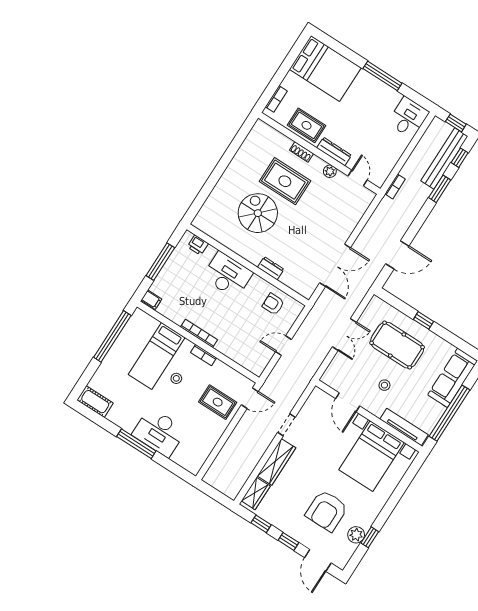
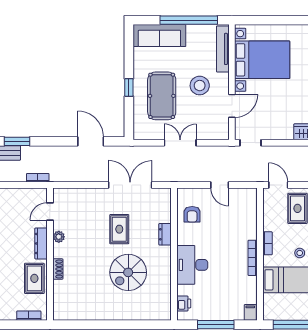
rug: (285, 181) -> (119, 229), moved, width x0.73, depth x0.70
stool: (384, 385) -> (200, 86), width x1.89, depth x1.89
doorway: (286, 425) -> (250, 143), moved

